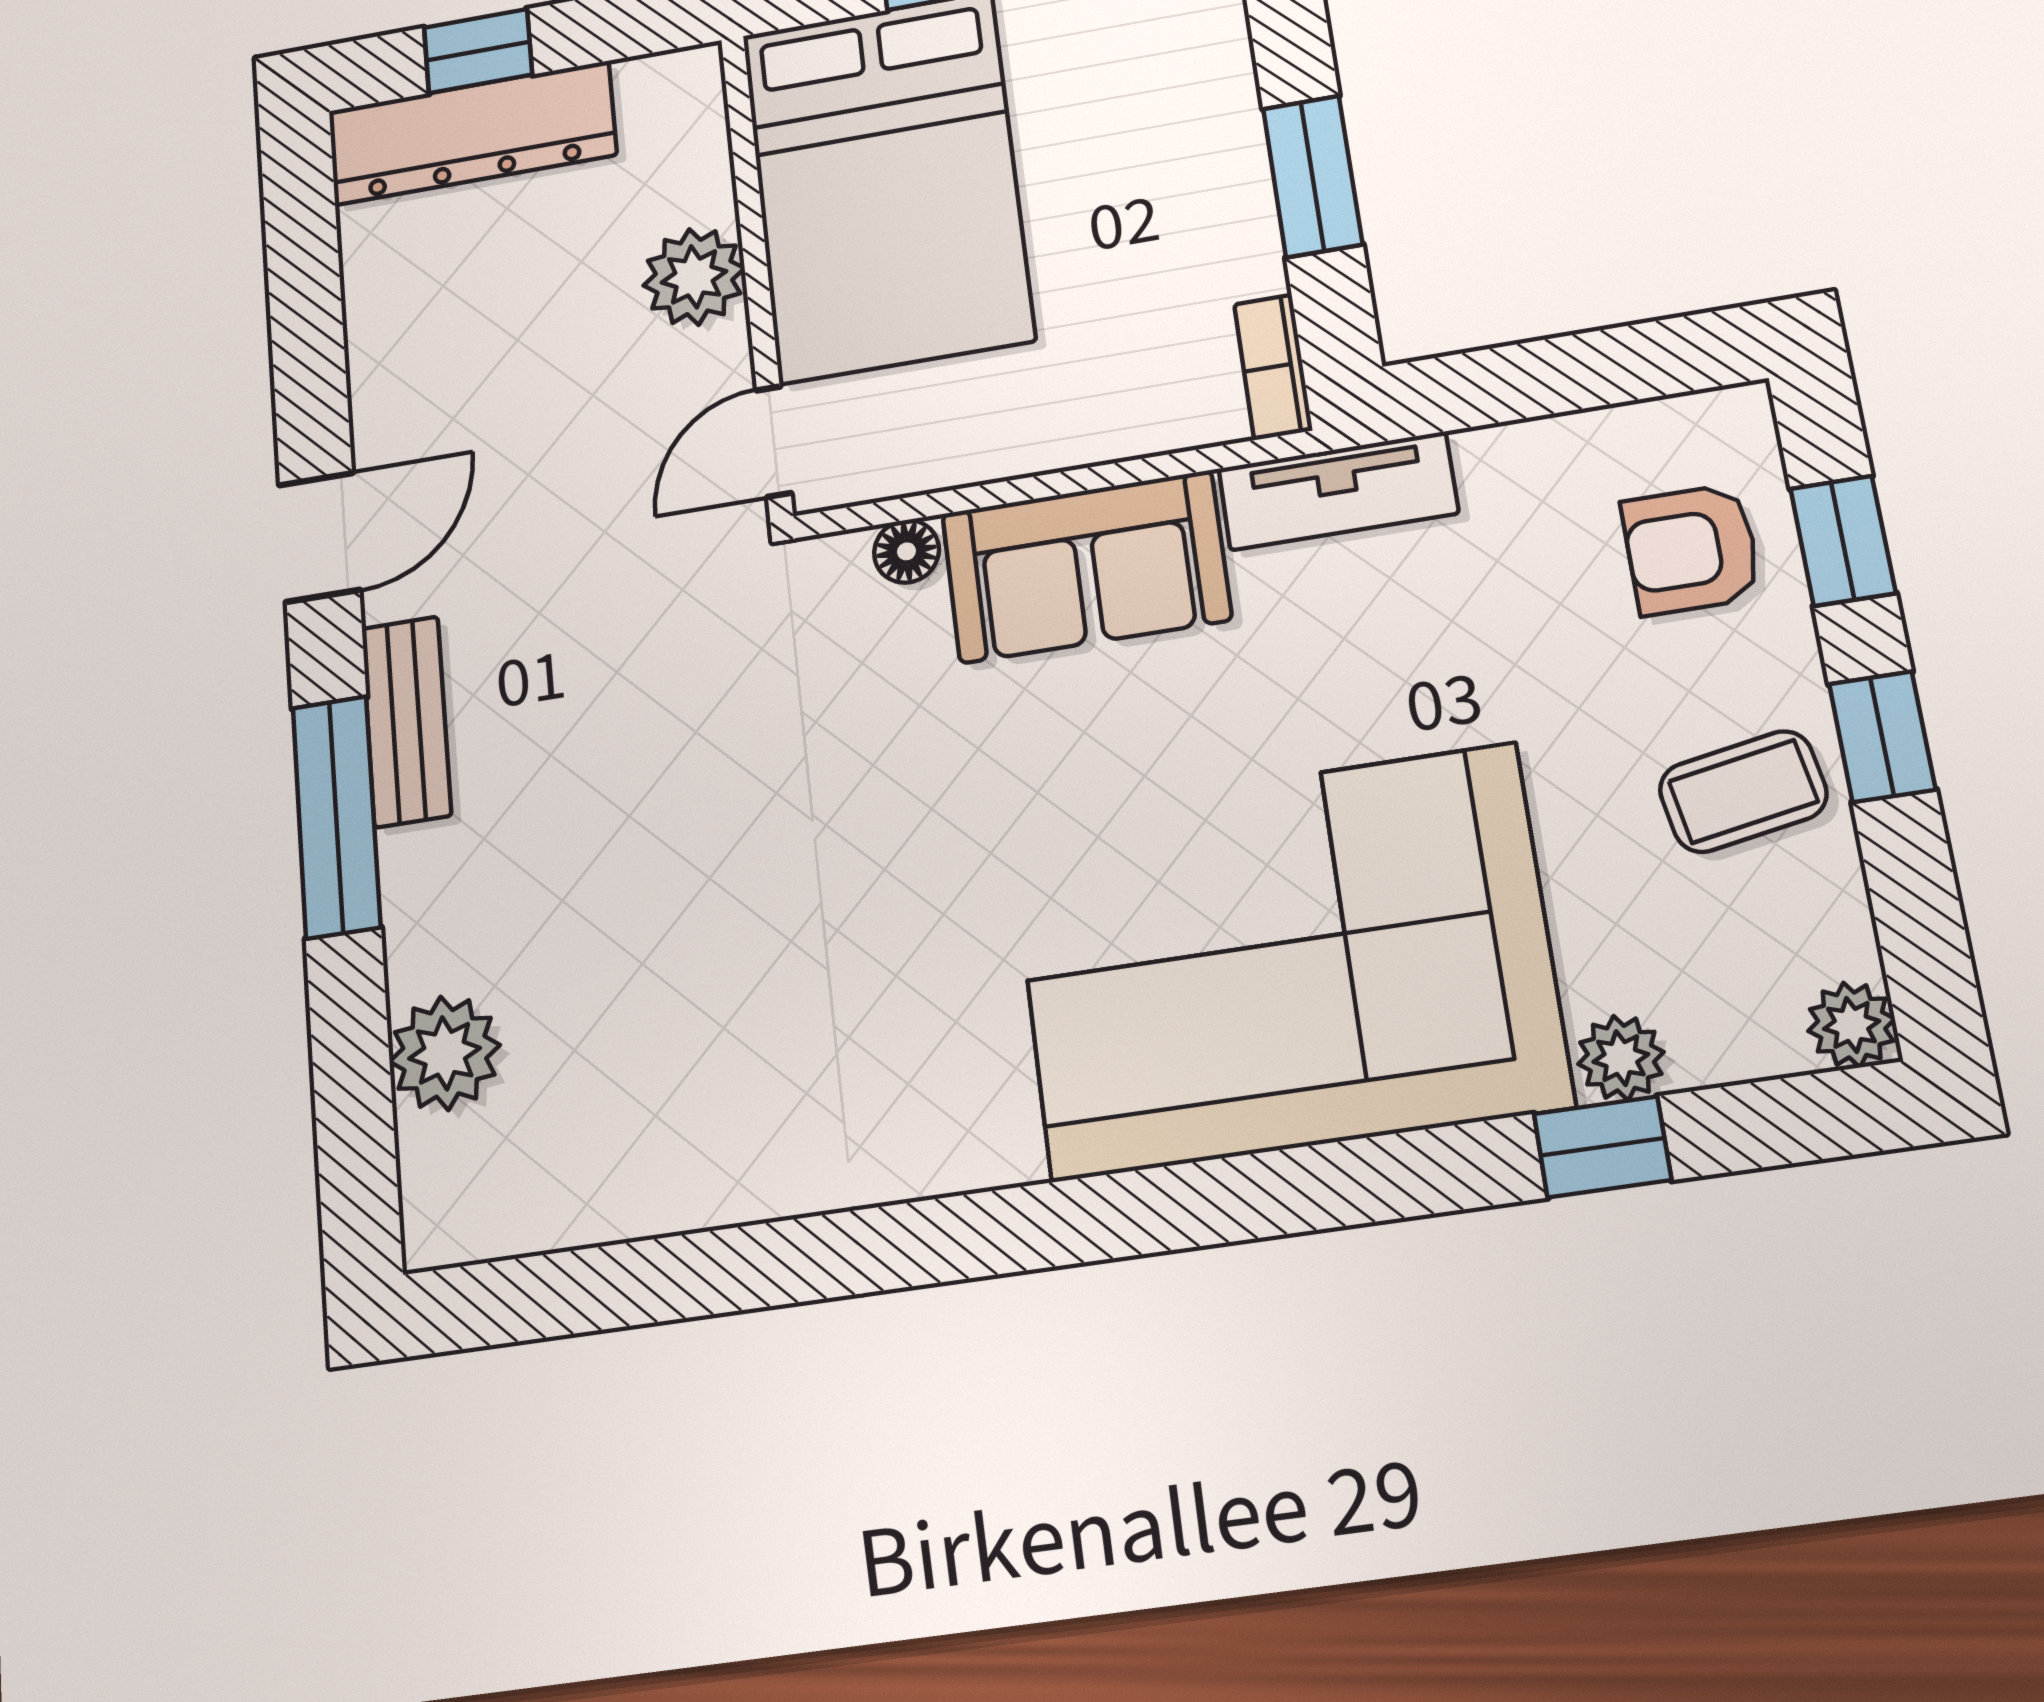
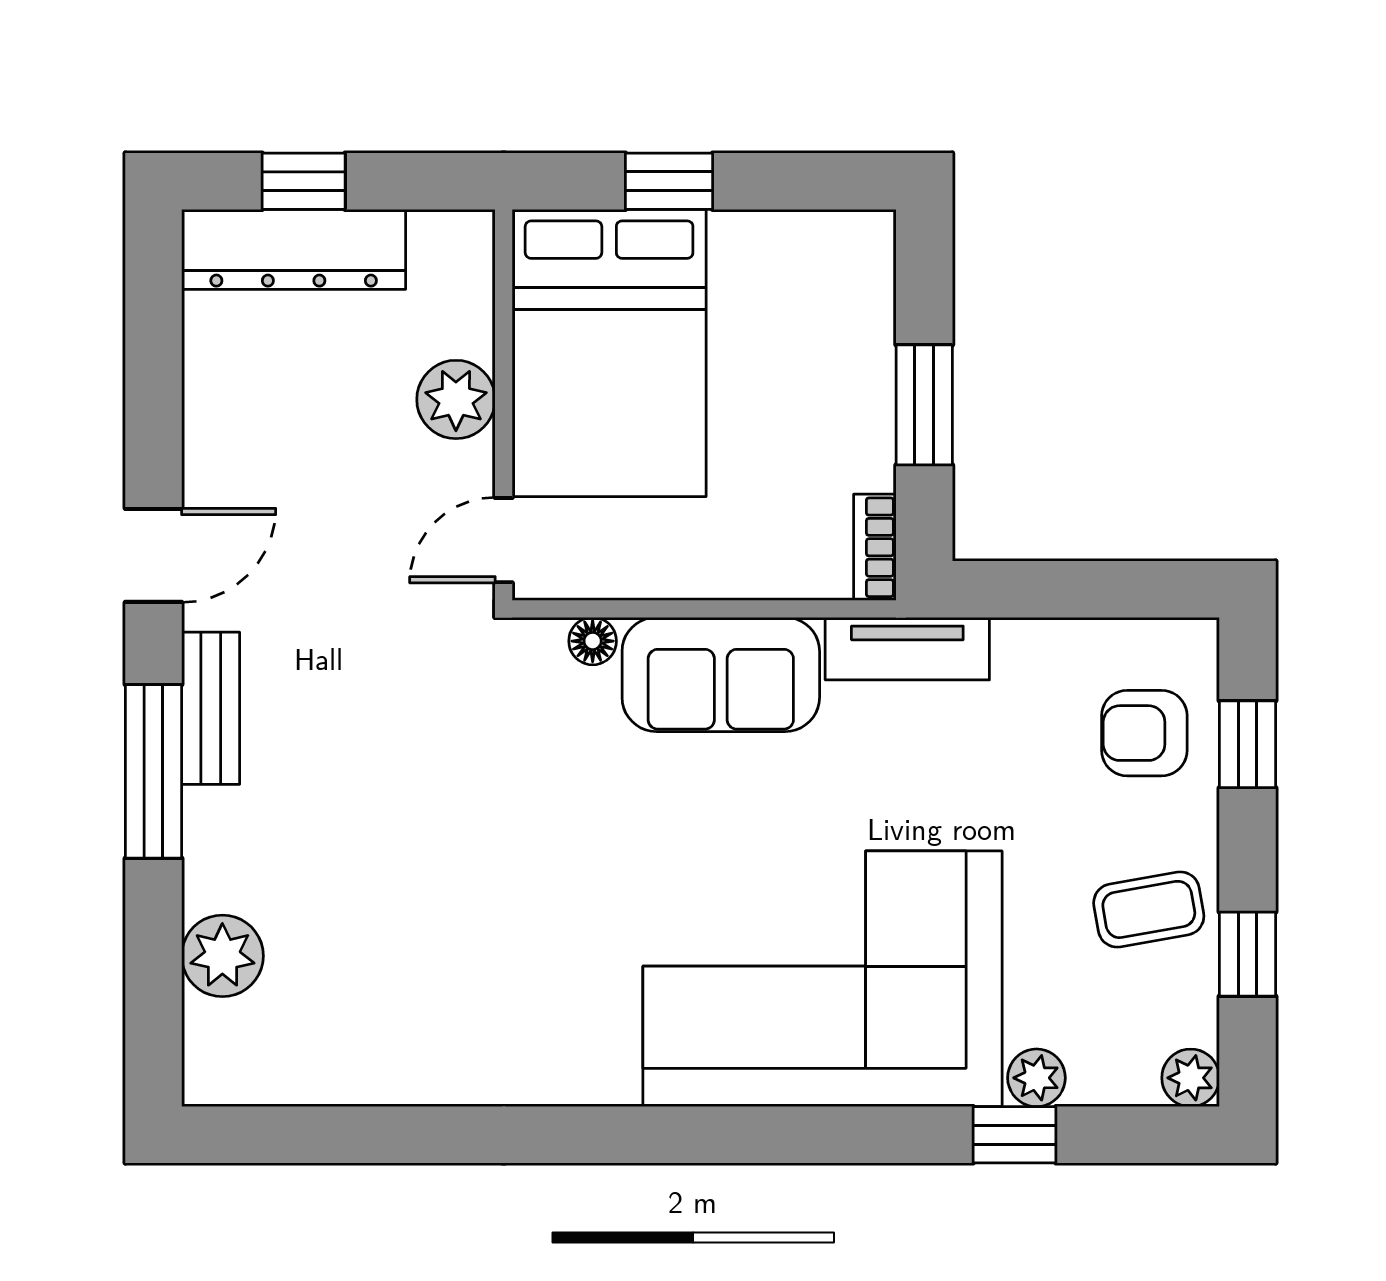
window: (1882, 737) -> (1248, 954), moved

